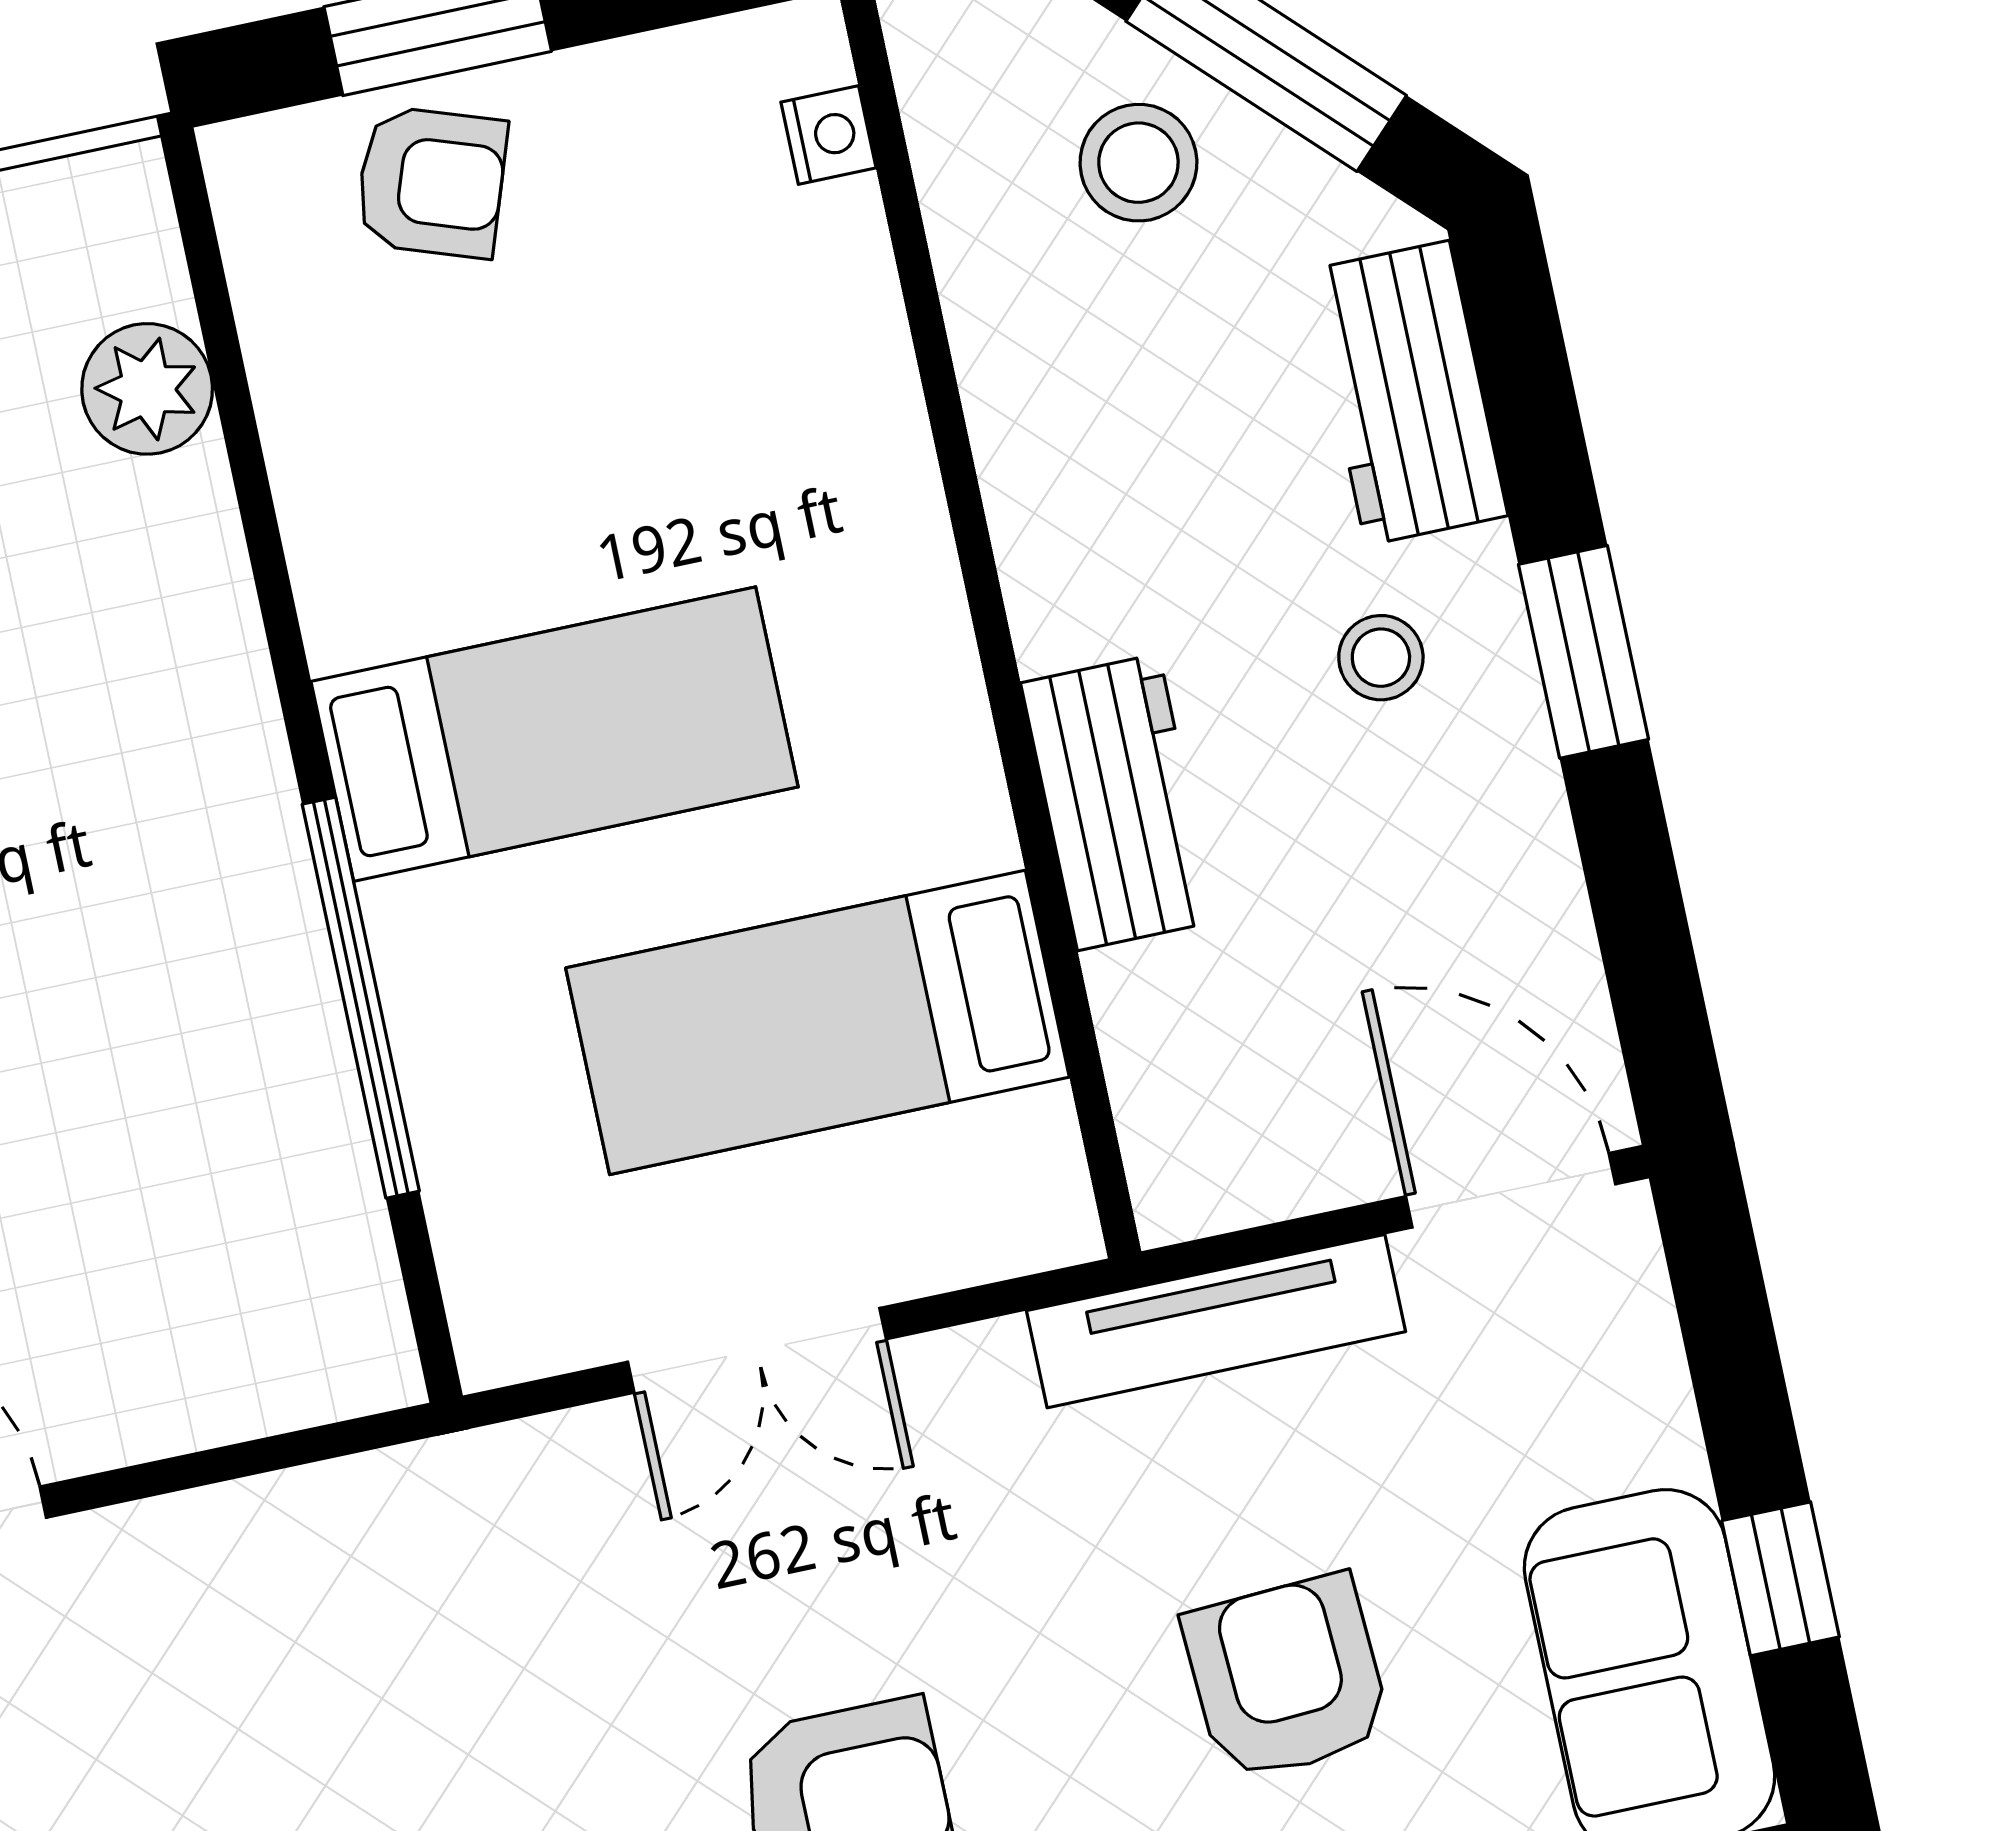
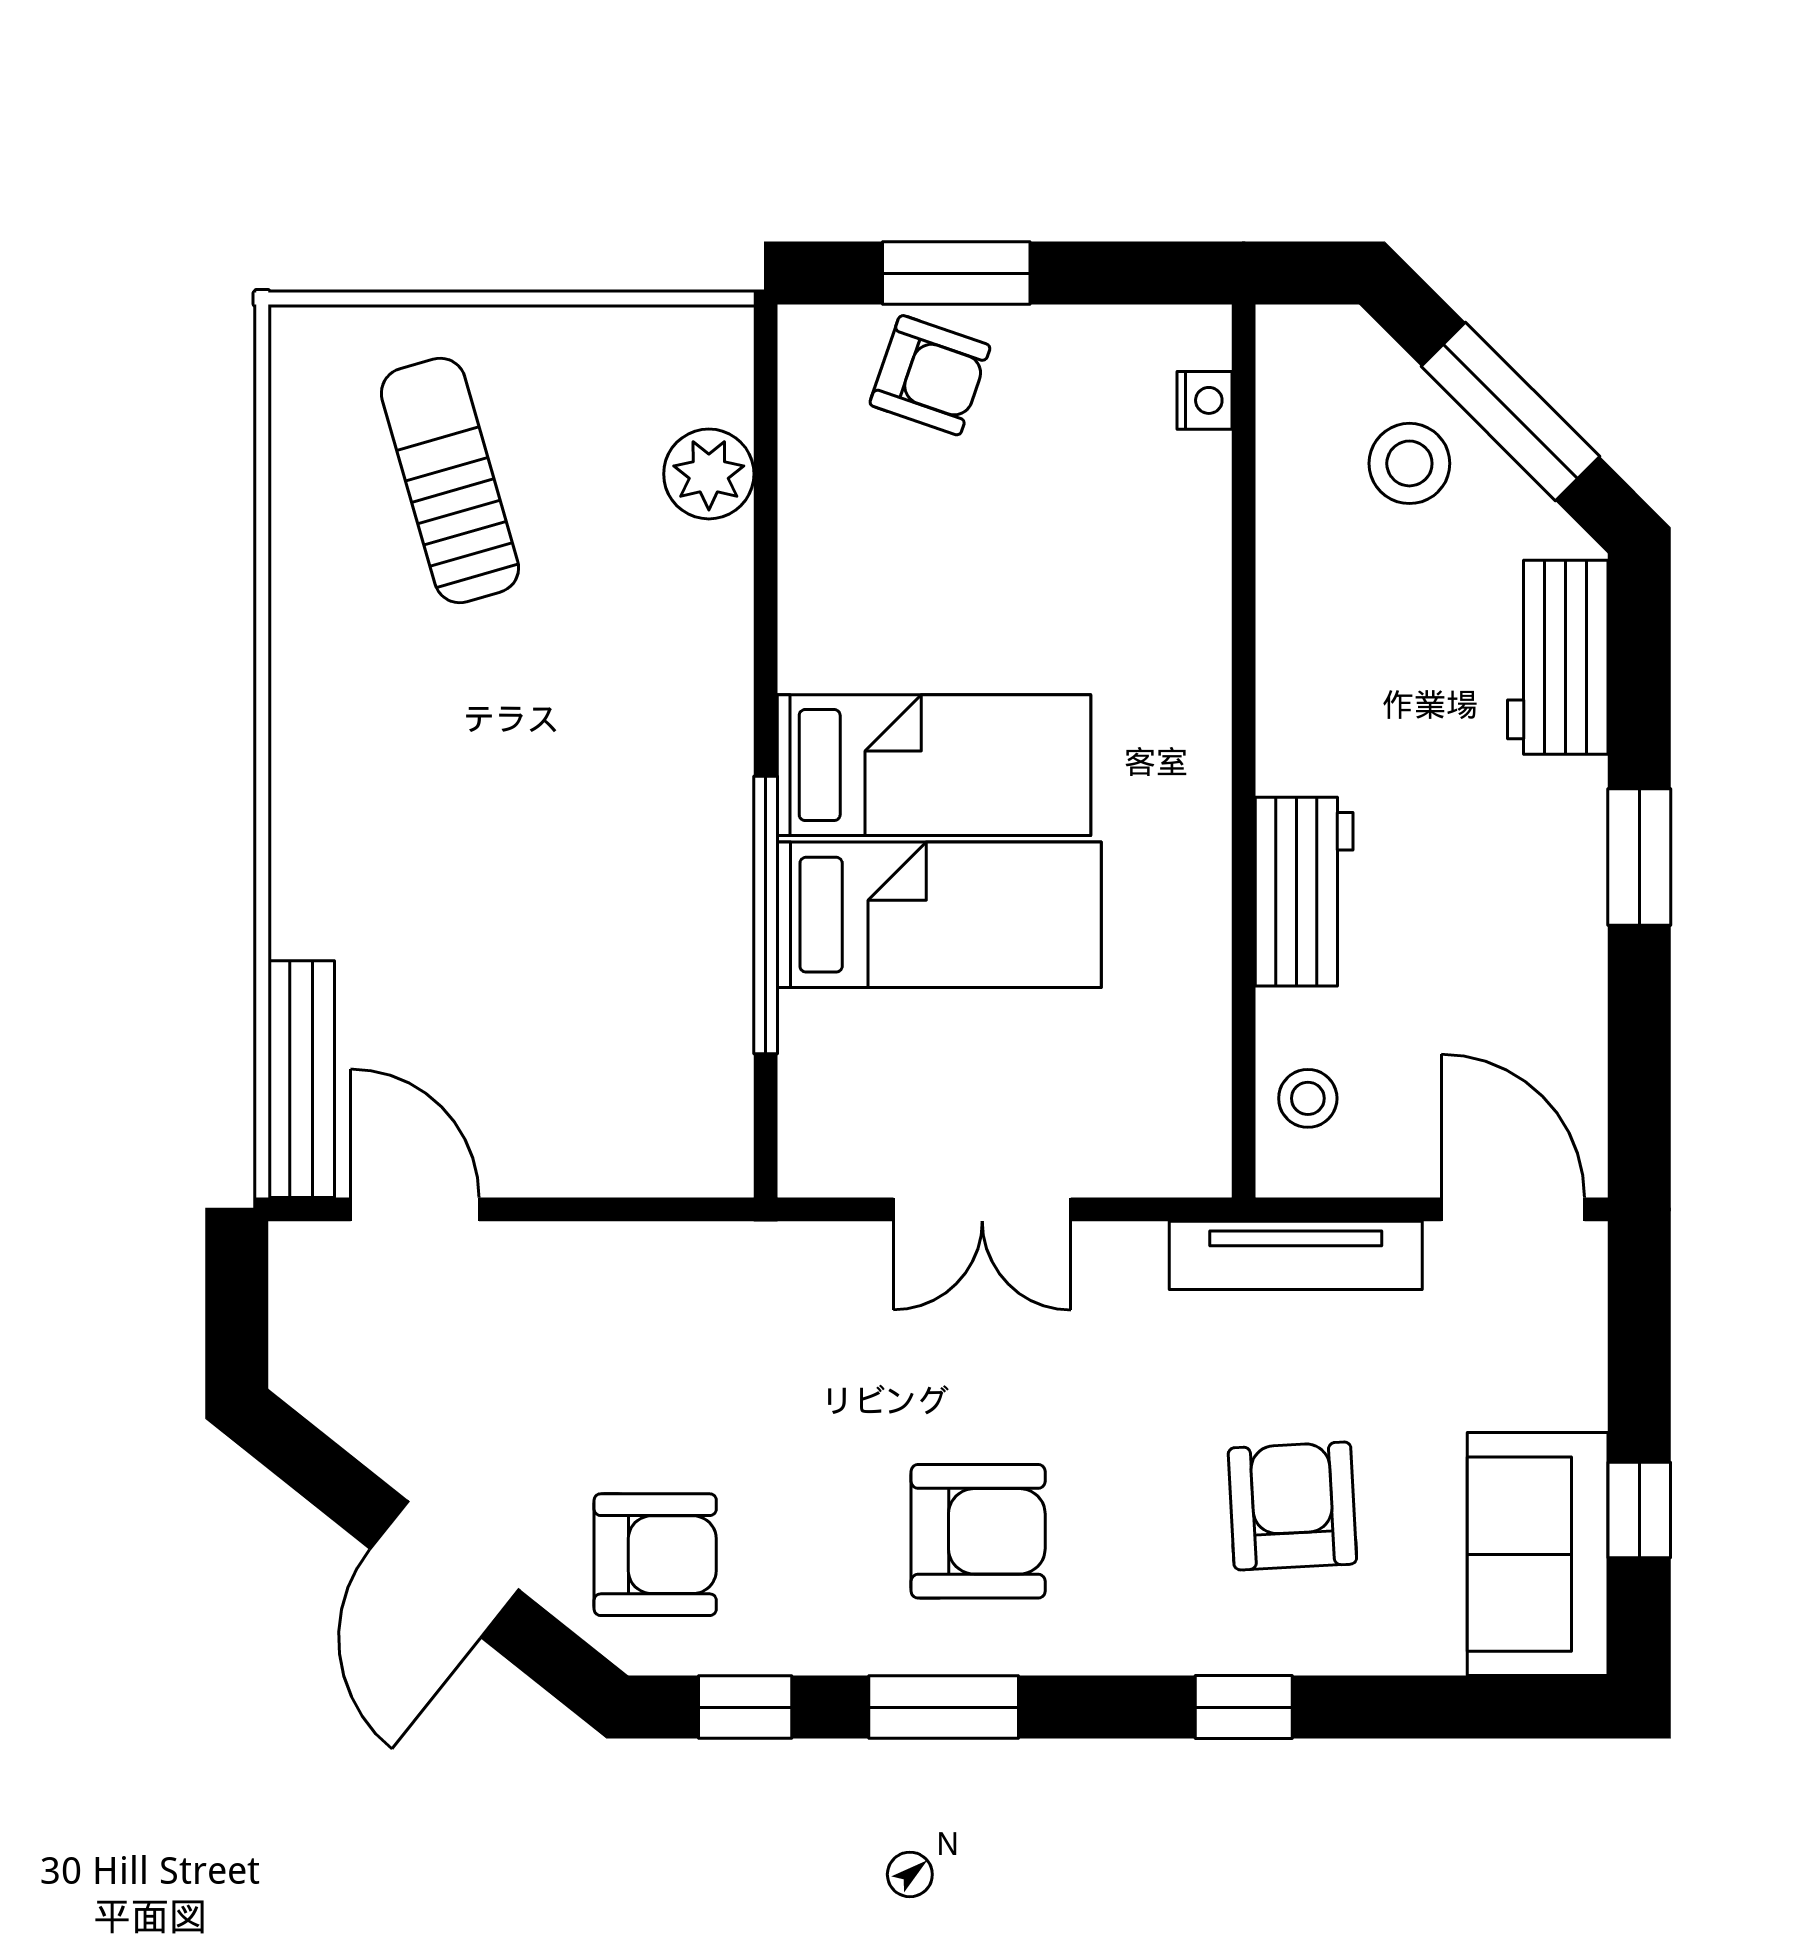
stool: (1381, 658) -> (1308, 1098), moved
bed: (818, 1022) -> (939, 915), moved, turned 180

